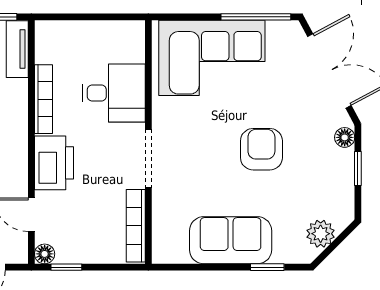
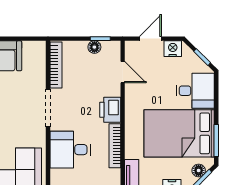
printer: (54, 163) -> (110, 110), width x0.73, depth x0.84
floor lamp: (45, 254) -> (94, 47), moved

